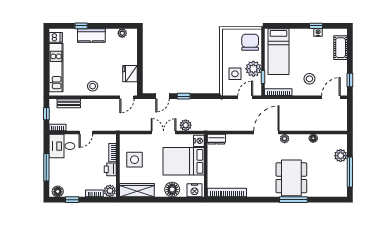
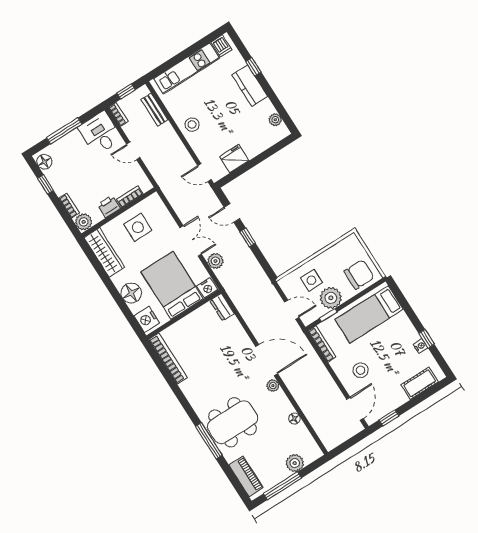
door: (331, 97) -> (355, 409), hinge flipped
piano: (330, 191) -> (246, 476), added

